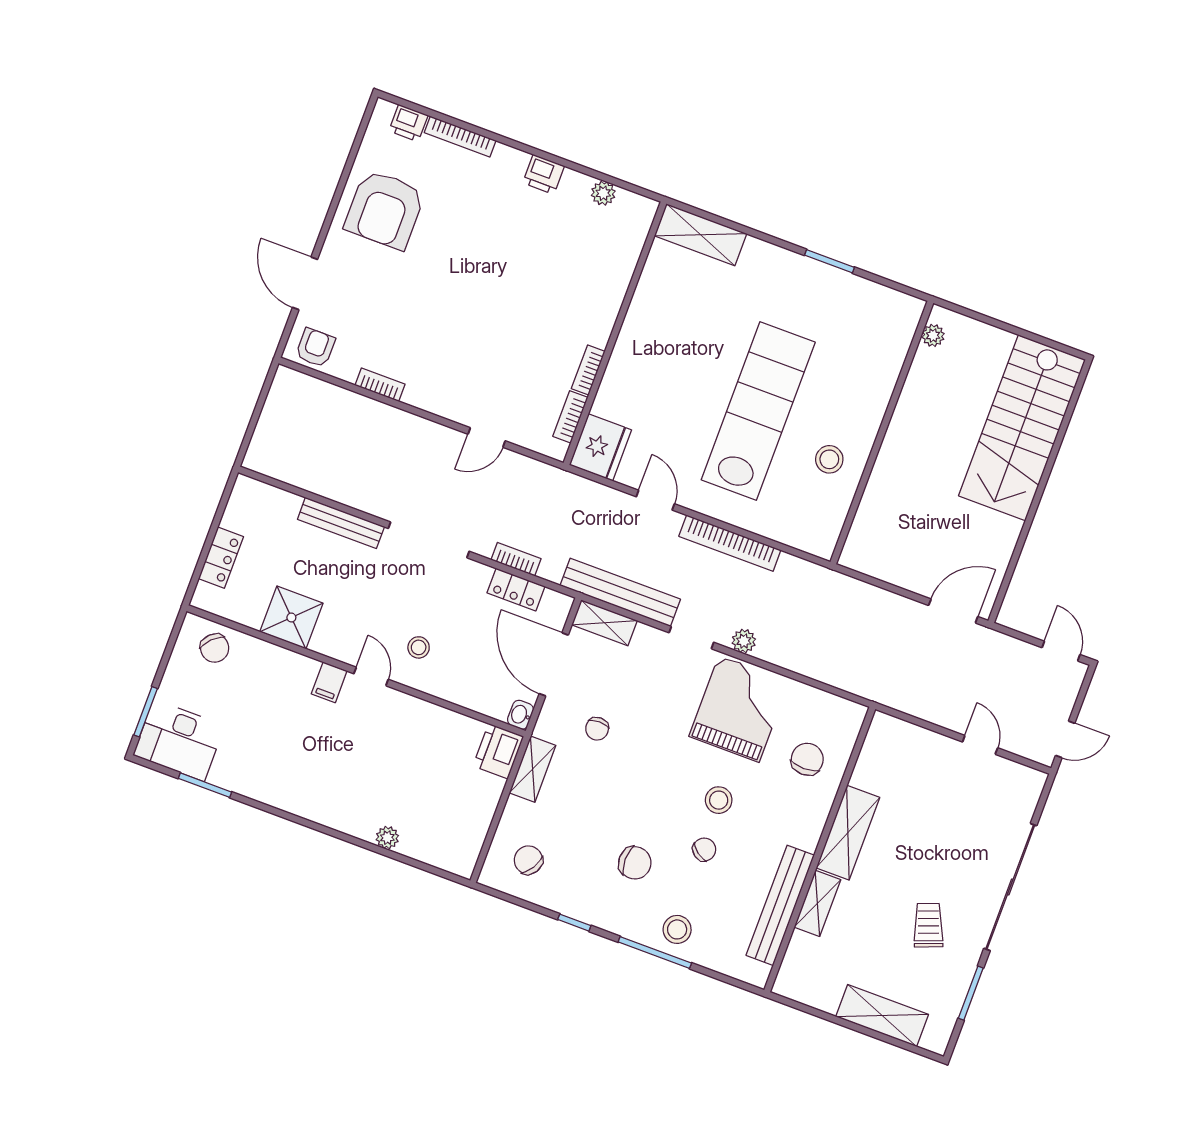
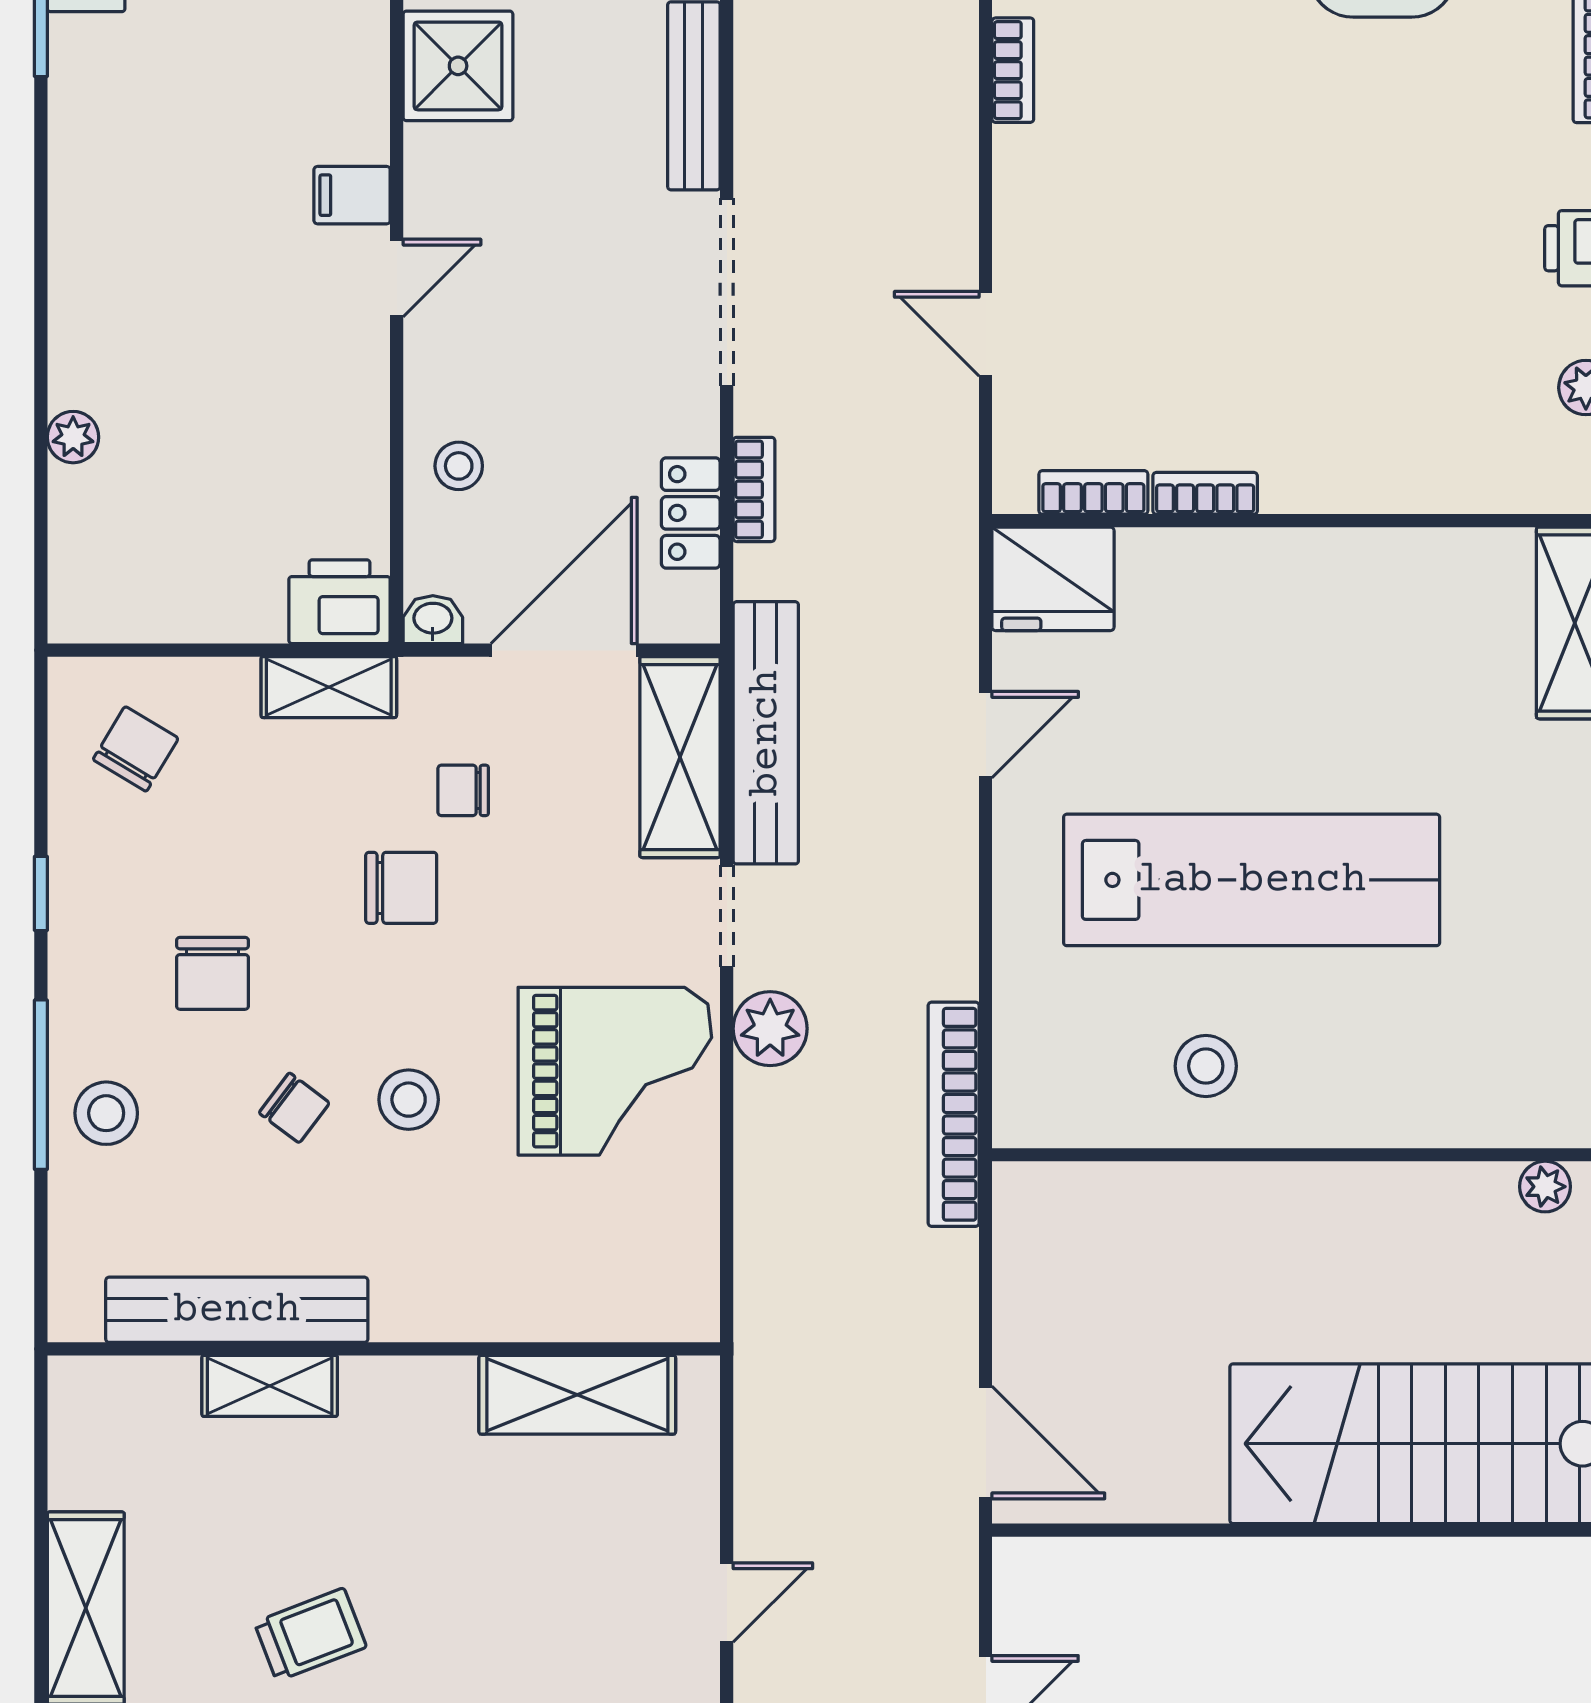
bookcase: (730, 543) -> (954, 1114), moved
shelving: (604, 623) -> (680, 757), width x1.50, depth x1.33
plant: (744, 641) -> (770, 1029), width x1.38, depth x1.38
stool: (419, 647) -> (459, 466), moved
chair: (807, 759) -> (401, 888), moved
shelving: (848, 833) -> (577, 1395), moved

